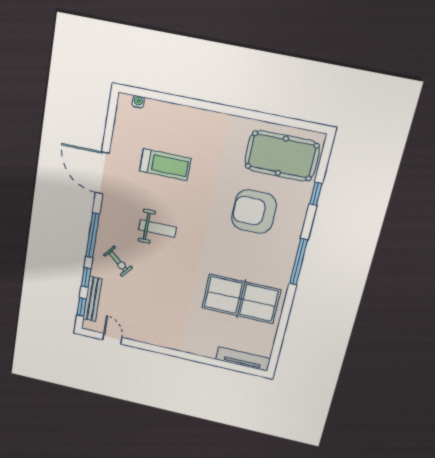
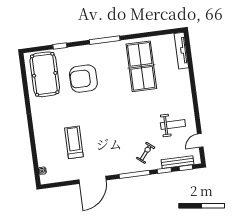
armchair: (254, 212) -> (83, 79), turned 90
weight bench: (157, 228) -> (173, 125), moved, turned 90

